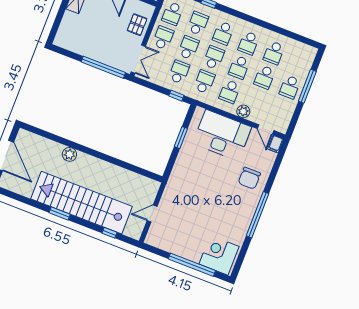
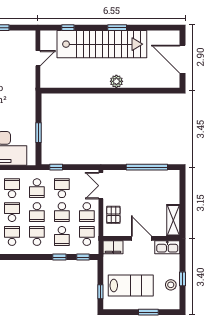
window: (103, 67) -> (147, 167), moved
school desk: (179, 72) -> (62, 188), turned 180
plant: (69, 154) -> (116, 81), moved

